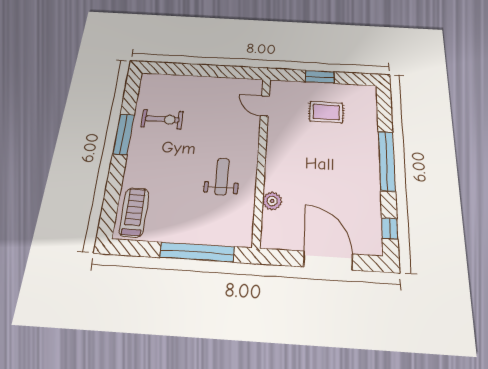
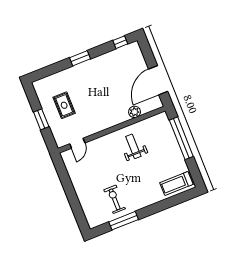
window: (124, 134) -> (124, 221), moved
window: (387, 161) -> (80, 58), width x0.47
weight bench: (222, 176) -> (133, 146), turned 90
door: (328, 261) -> (158, 80), moved

